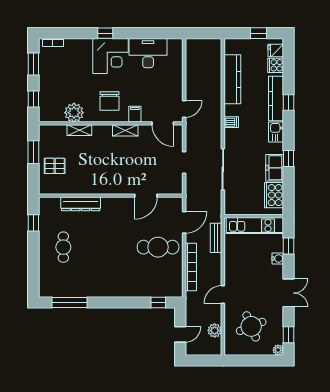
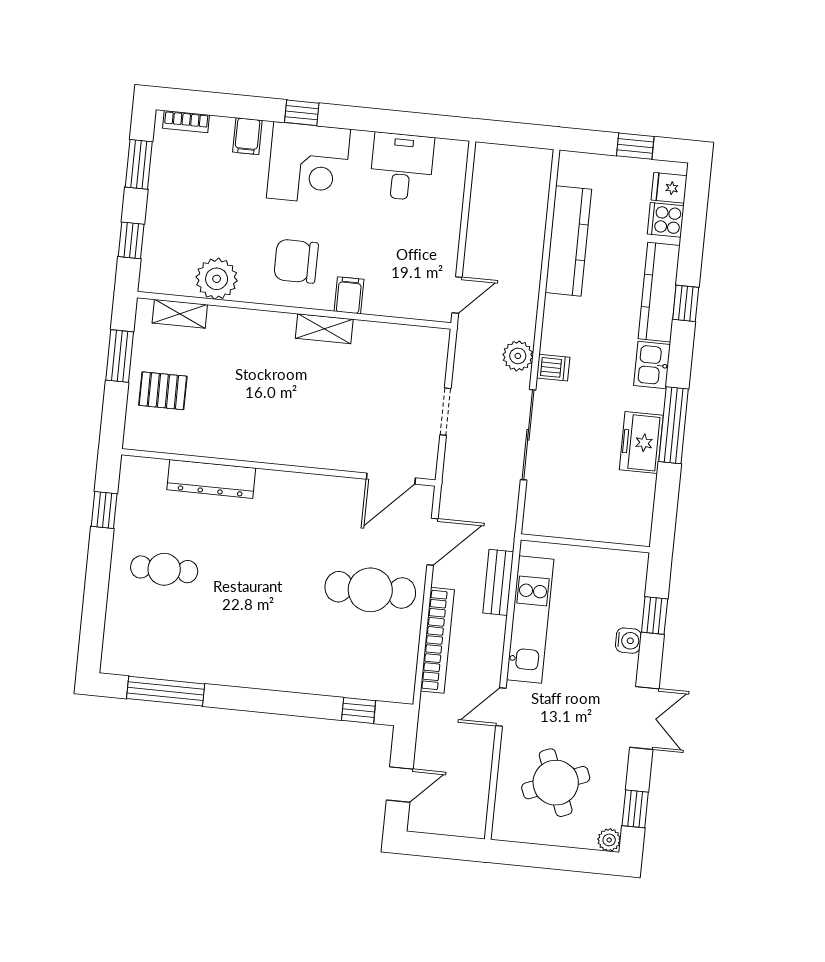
filing cabinet: (82, 46) -> (247, 136), added
desk: (148, 53) -> (402, 167), width x0.73
chair: (109, 101) -> (296, 261), turned 90
dishwasher: (231, 122) -> (553, 368), moved
door: (163, 123) -> (407, 322), removed
shelving: (79, 130) -> (180, 314), moved
window: (289, 158) -> (674, 425), width x2.17
cooker: (274, 195) -> (634, 502), removed
door: (146, 196) -> (391, 479), moved
kitchen unit: (255, 226) -> (530, 620), moved, turned -90
cafe table: (63, 247) -> (164, 569), turned 90
plant: (215, 330) -> (518, 356), moved

